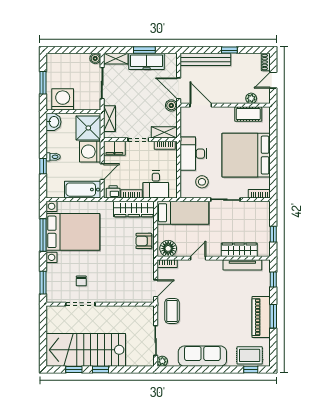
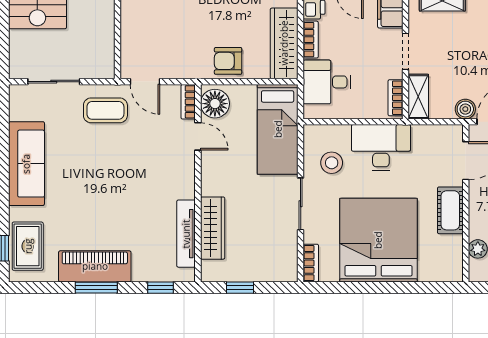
cot: (248, 114) -> (450, 210), moved
armchair: (144, 241) -> (228, 61), turned -90
door: (198, 258) -> (198, 136), moved
plant: (162, 361) -> (18, 93), removed

